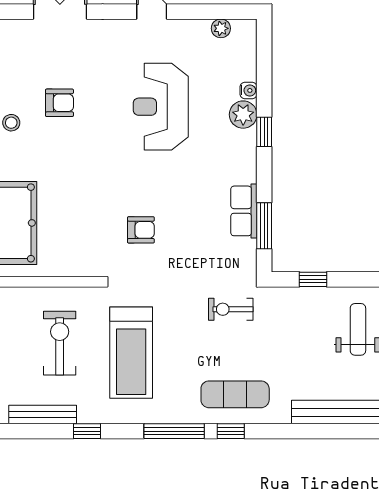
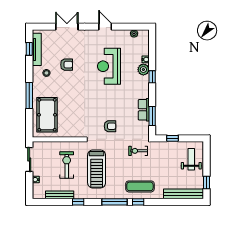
armchair: (141, 230) -> (110, 126), moved

